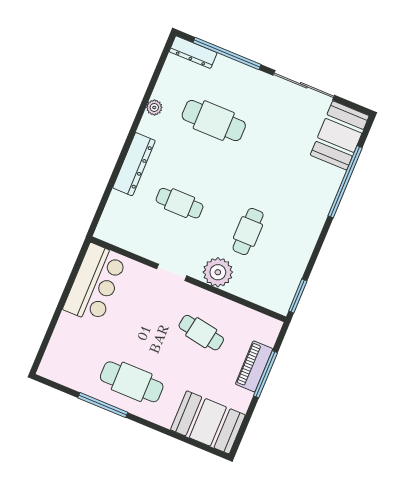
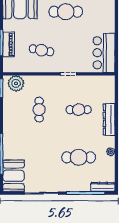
plant: (218, 272) -> (16, 83), moved

